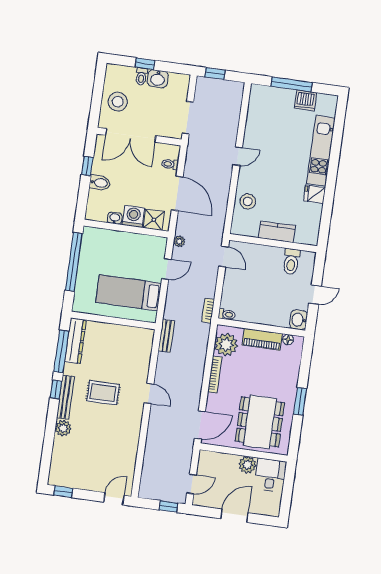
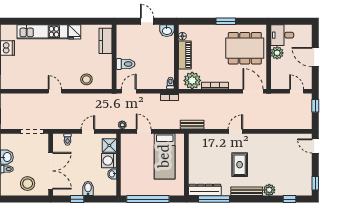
door: (177, 193) -> (88, 131), width x0.53
kitchen counter: (277, 232) -> (105, 41), moved
toilet: (291, 262) -> (126, 64), moved
window: (56, 389) -> (290, 199), moved

